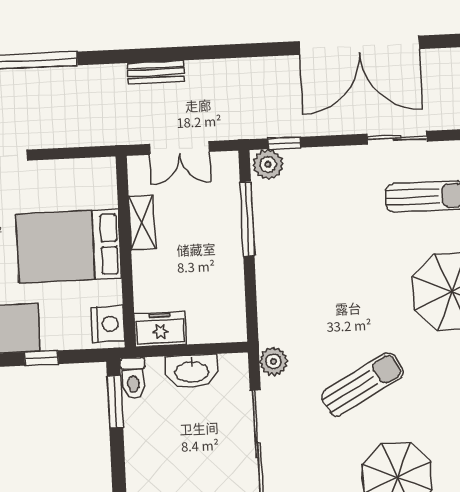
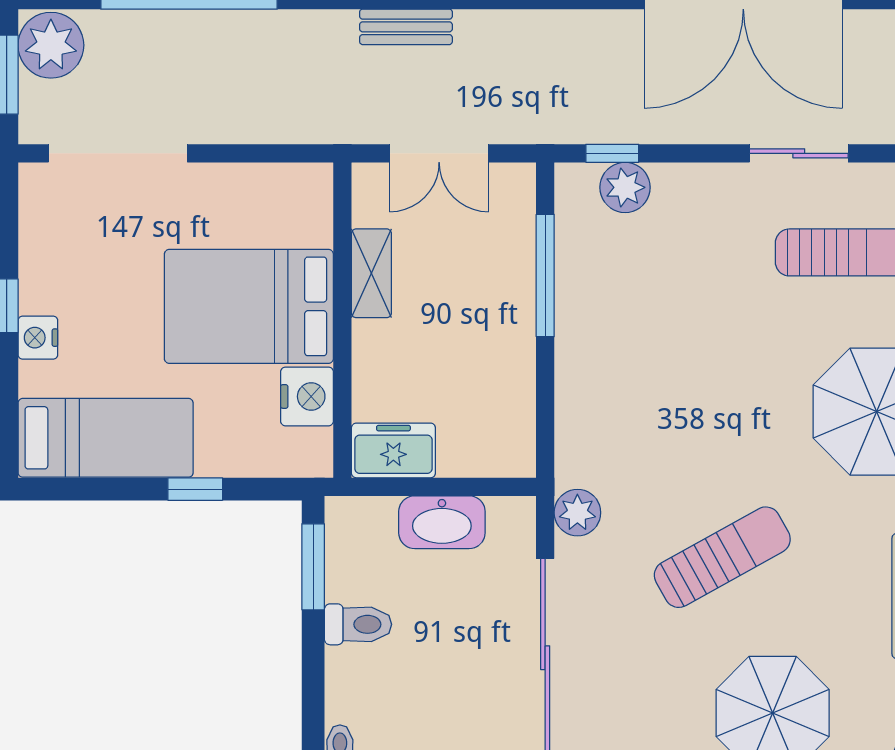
plant: (268, 164) -> (625, 187), moved
nightstand: (108, 324) -> (307, 396), moved
toilet: (133, 378) -> (358, 624), moved, turned -90

